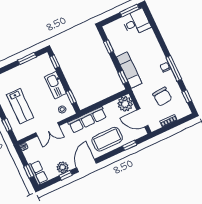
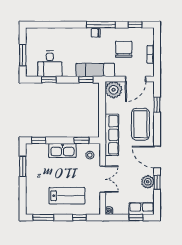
window: (129, 11) -> (23, 55), moved
desk: (136, 22) -> (50, 64), moved, turned 180
exam couch: (129, 70) -> (95, 70), moved
chair: (162, 97) -> (124, 49), turned -85

